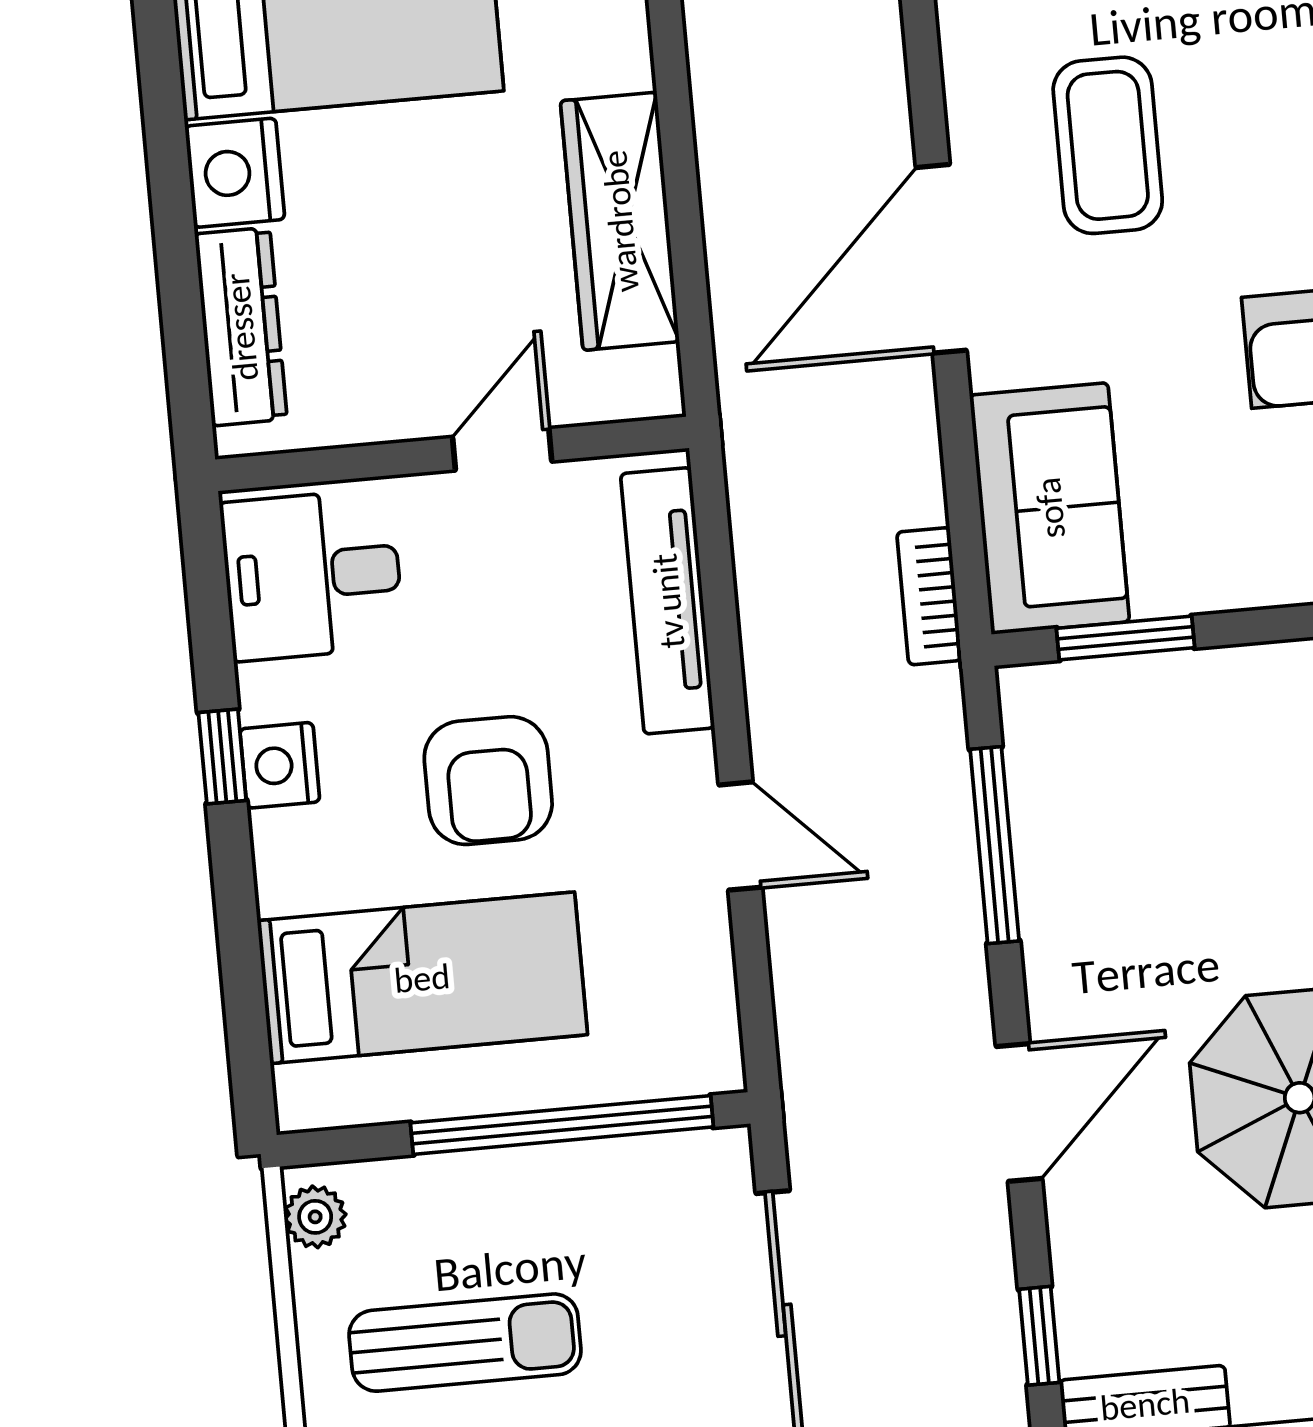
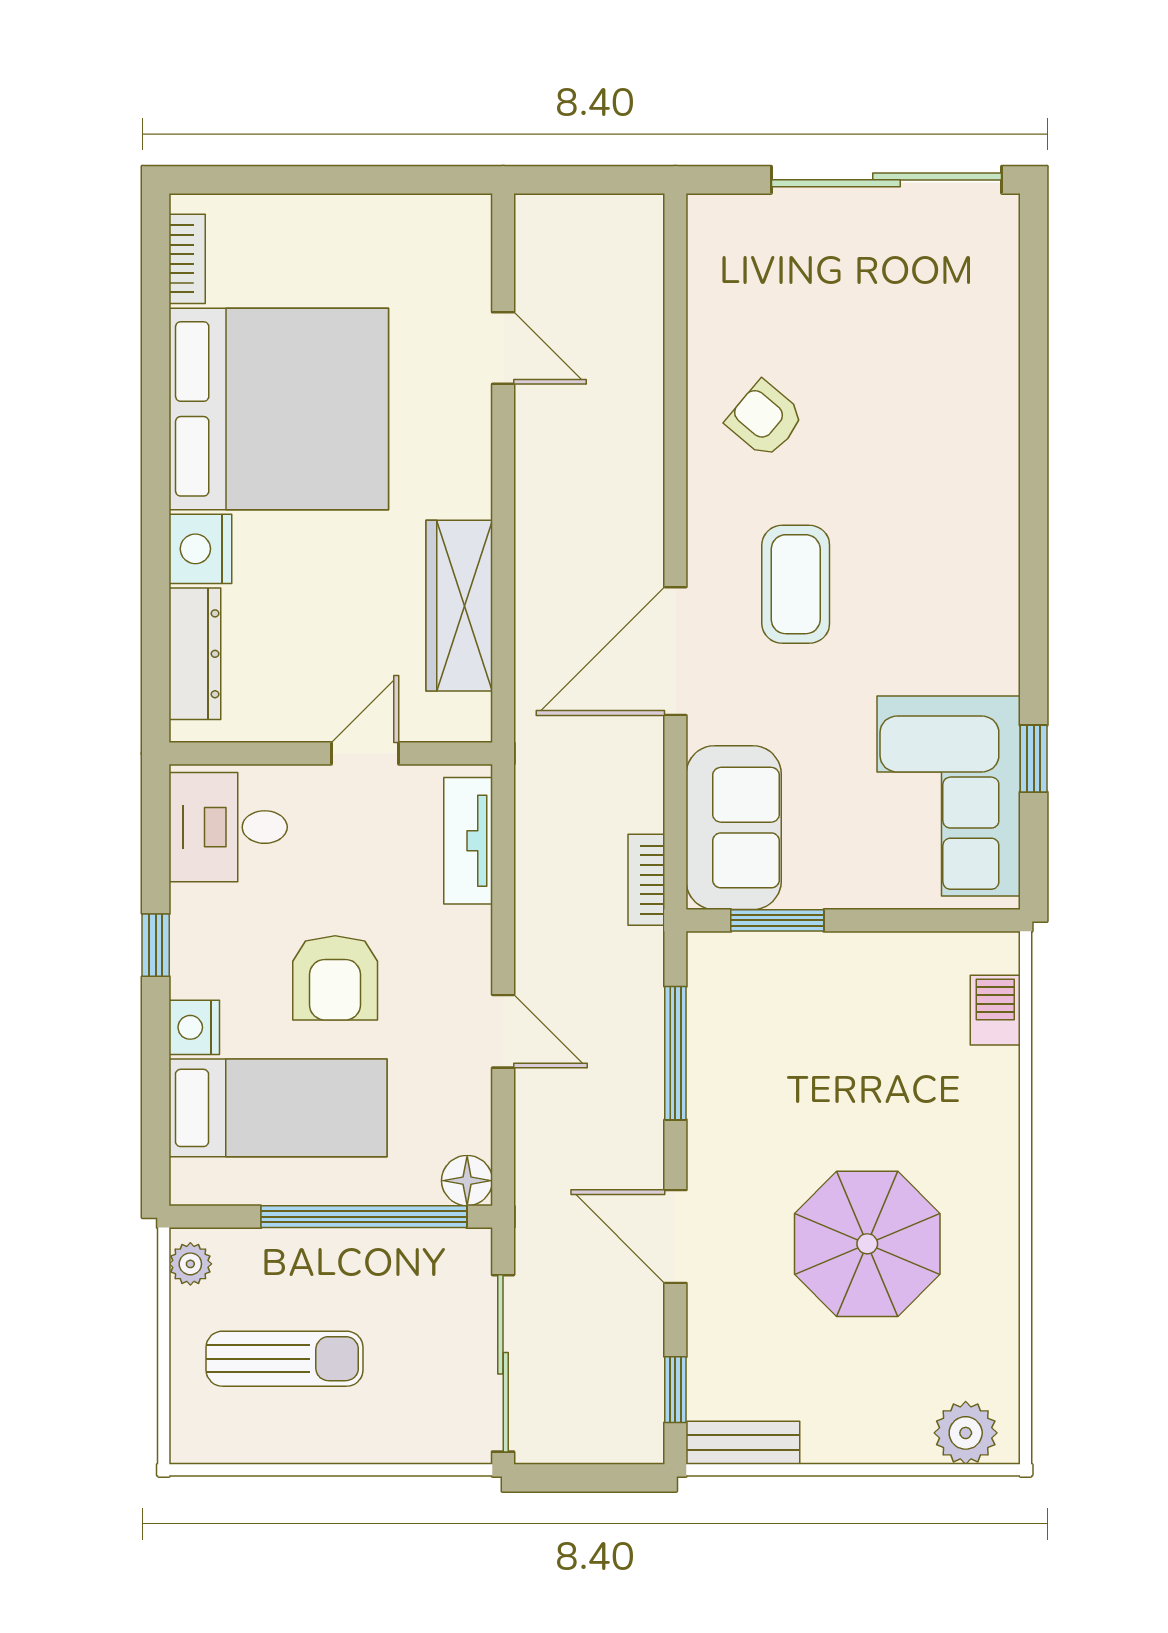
tv unit: (668, 601) -> (468, 841), width x0.71
nightstand: (280, 765) -> (194, 1027), moved
floor lamp: (708, 1059) -> (467, 1181), added
door: (1019, 1113) -> (675, 1237), swing flipped

